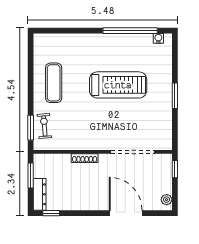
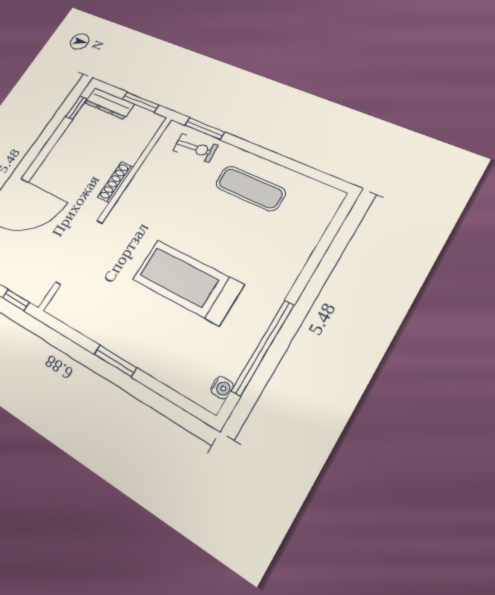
treadmill: (118, 85) -> (187, 282), turned 90

